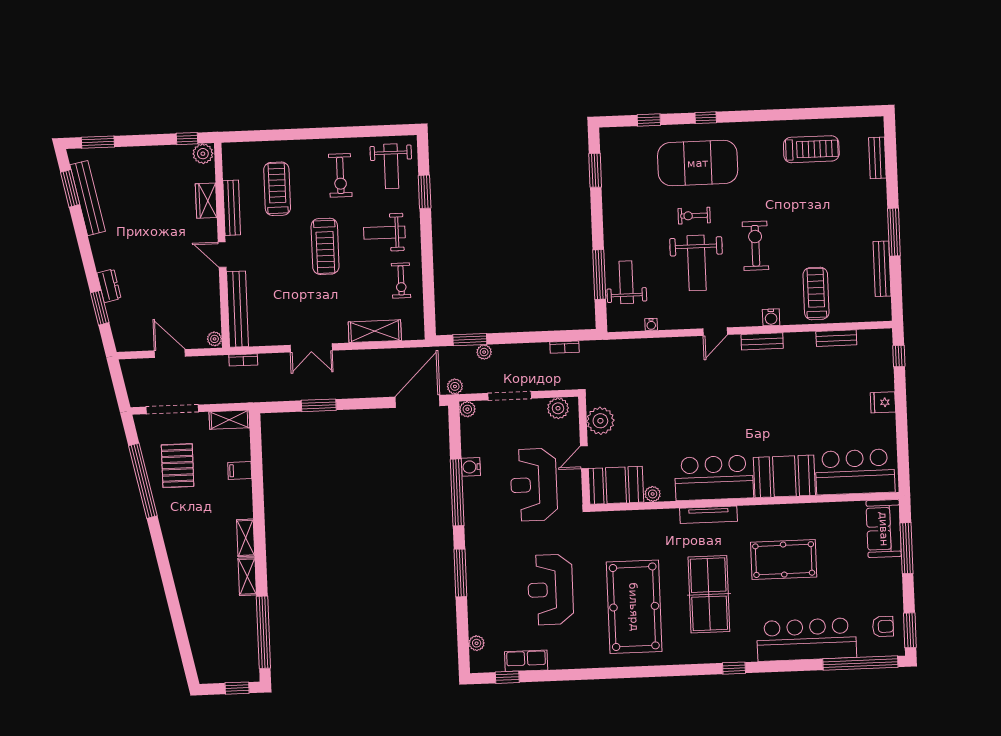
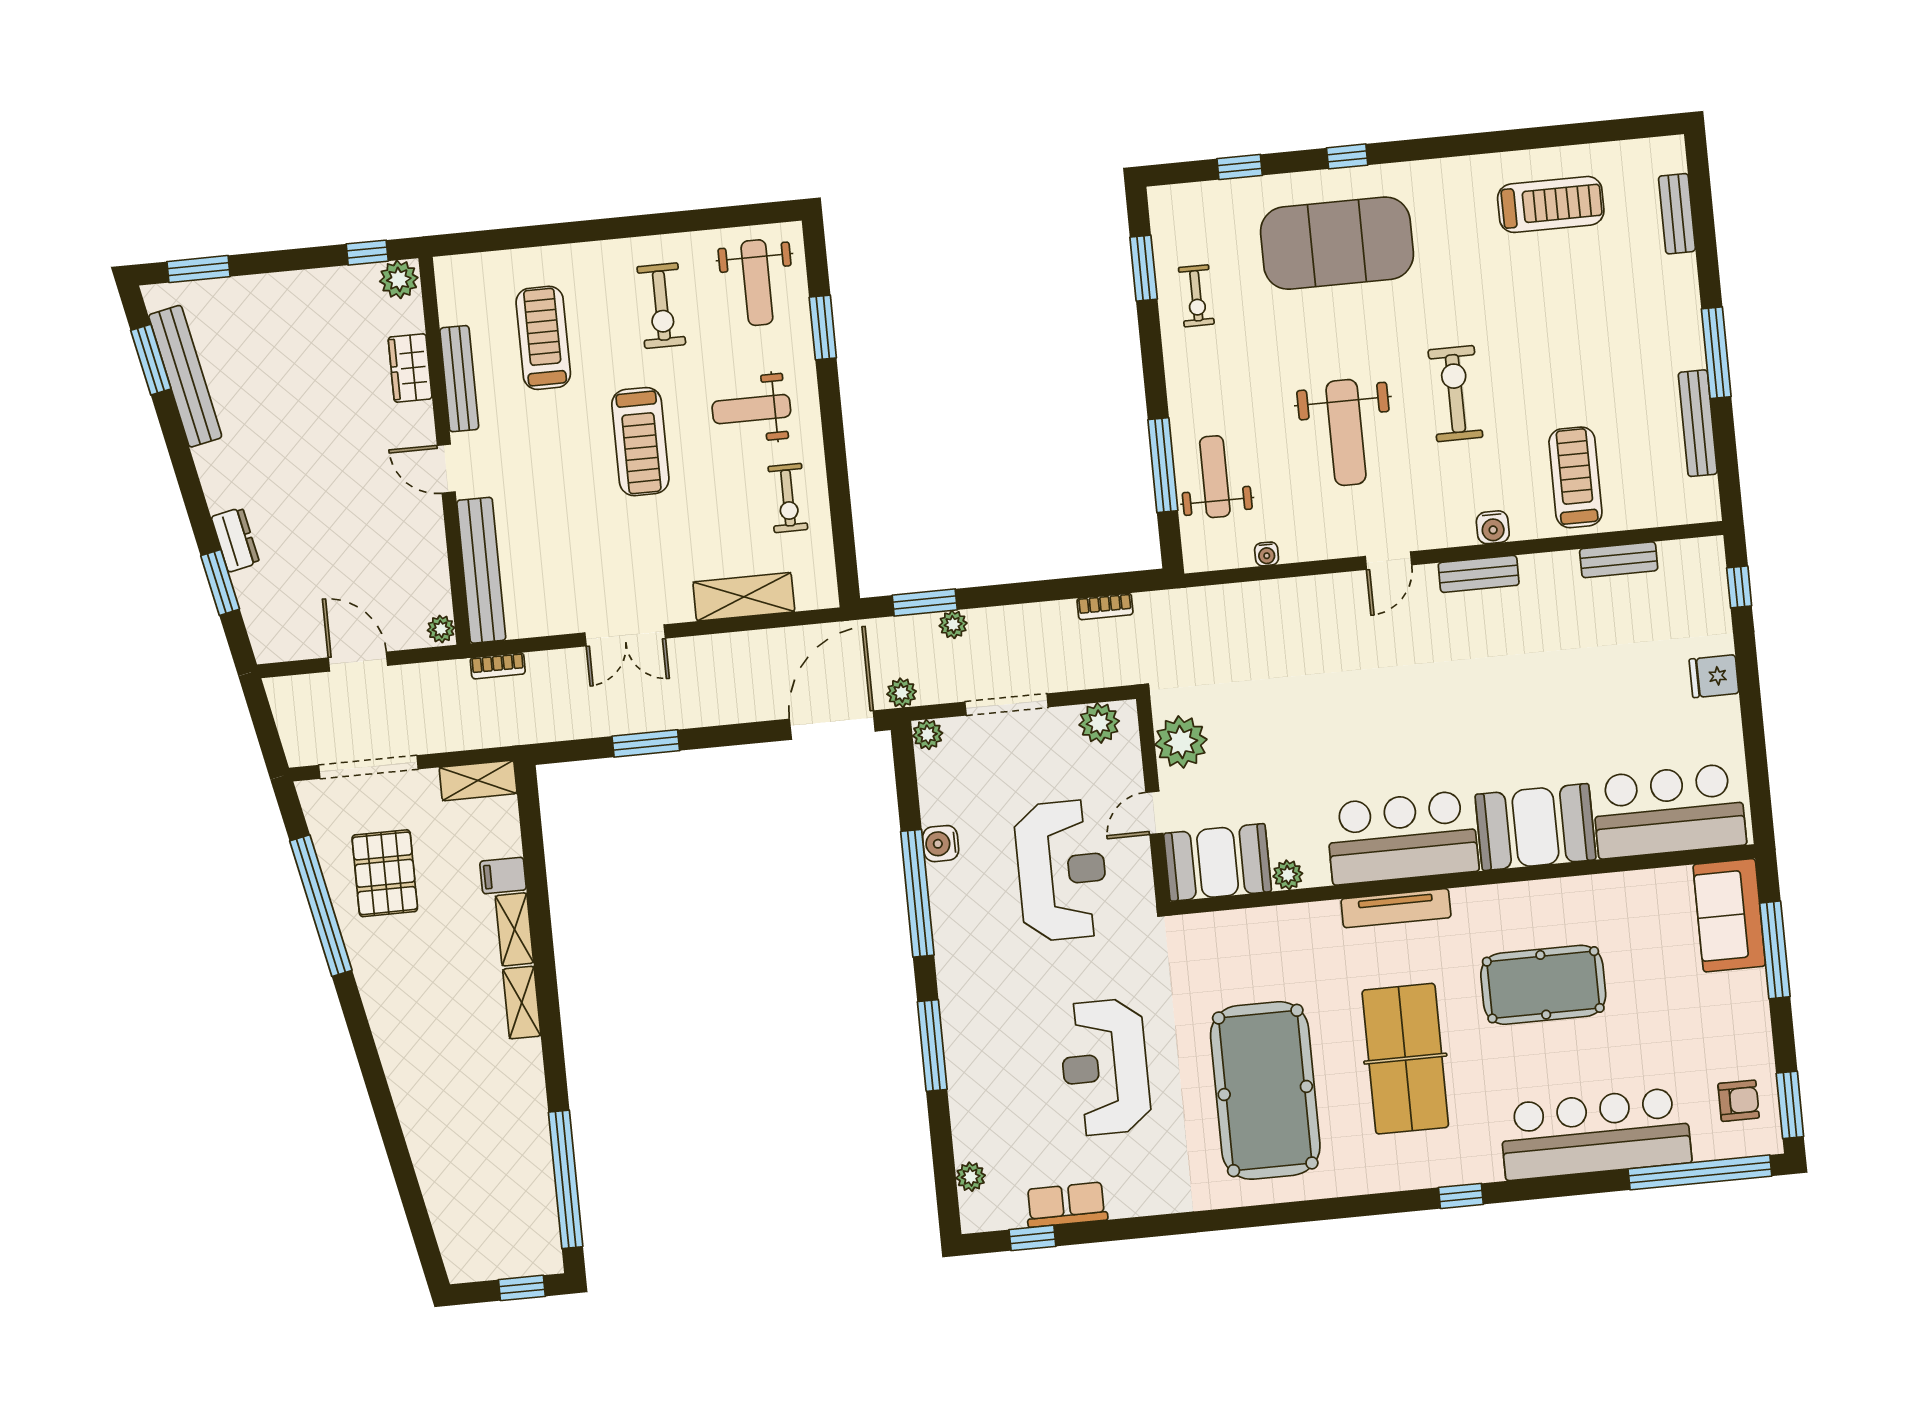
exercise bike: (694, 216) -> (1196, 296), moved, turned -90
reception desk: (534, 485) -> (1062, 870), turned 180
shelving: (247, 577) -> (514, 929), moved

